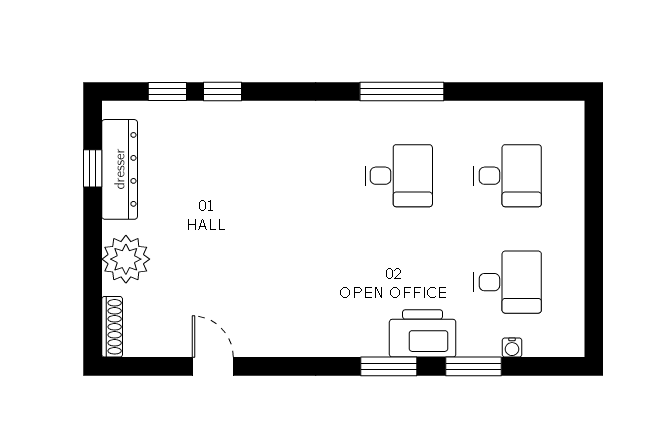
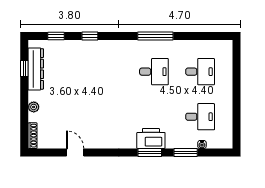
window: (223, 91) -> (90, 36), moved
plant: (126, 259) -> (34, 107), width x0.53, depth x0.53
printer: (423, 333) -> (151, 138), moved

